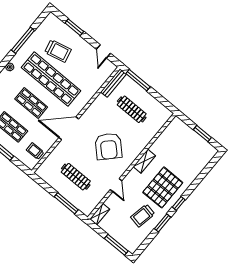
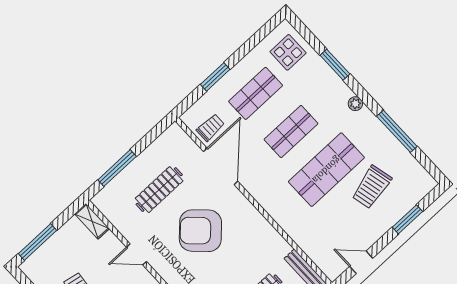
shop shelf: (51, 79) -> (326, 170), width x0.71
door: (69, 128) -> (221, 166), moved
armchair: (108, 146) -> (200, 231), moved

